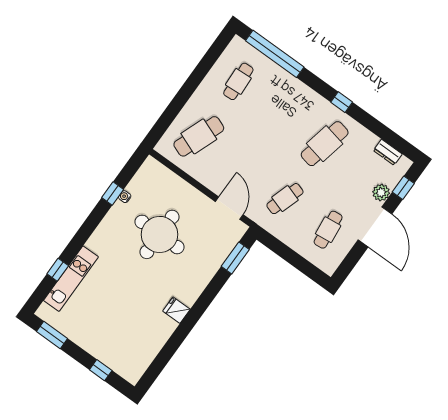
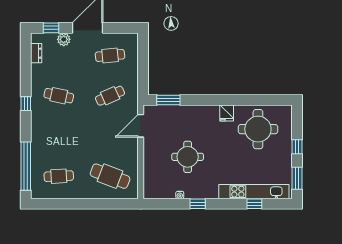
cafe table: (325, 144) -> (59, 96), width x0.73, depth x0.74
window: (113, 193) -> (198, 204), moved
cafe table: (285, 199) -> (110, 96), turned -42
round table: (160, 234) -> (188, 157), width x0.73, depth x0.73
kitchen unit: (71, 279) -> (254, 192), width x1.36
round table: (135, 331) -> (258, 129), added
window: (101, 370) -> (297, 147), moved

